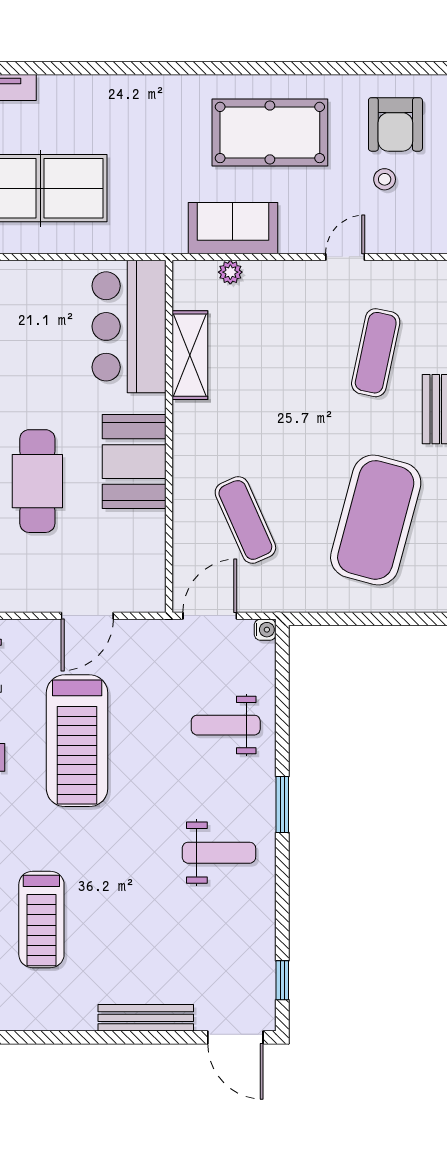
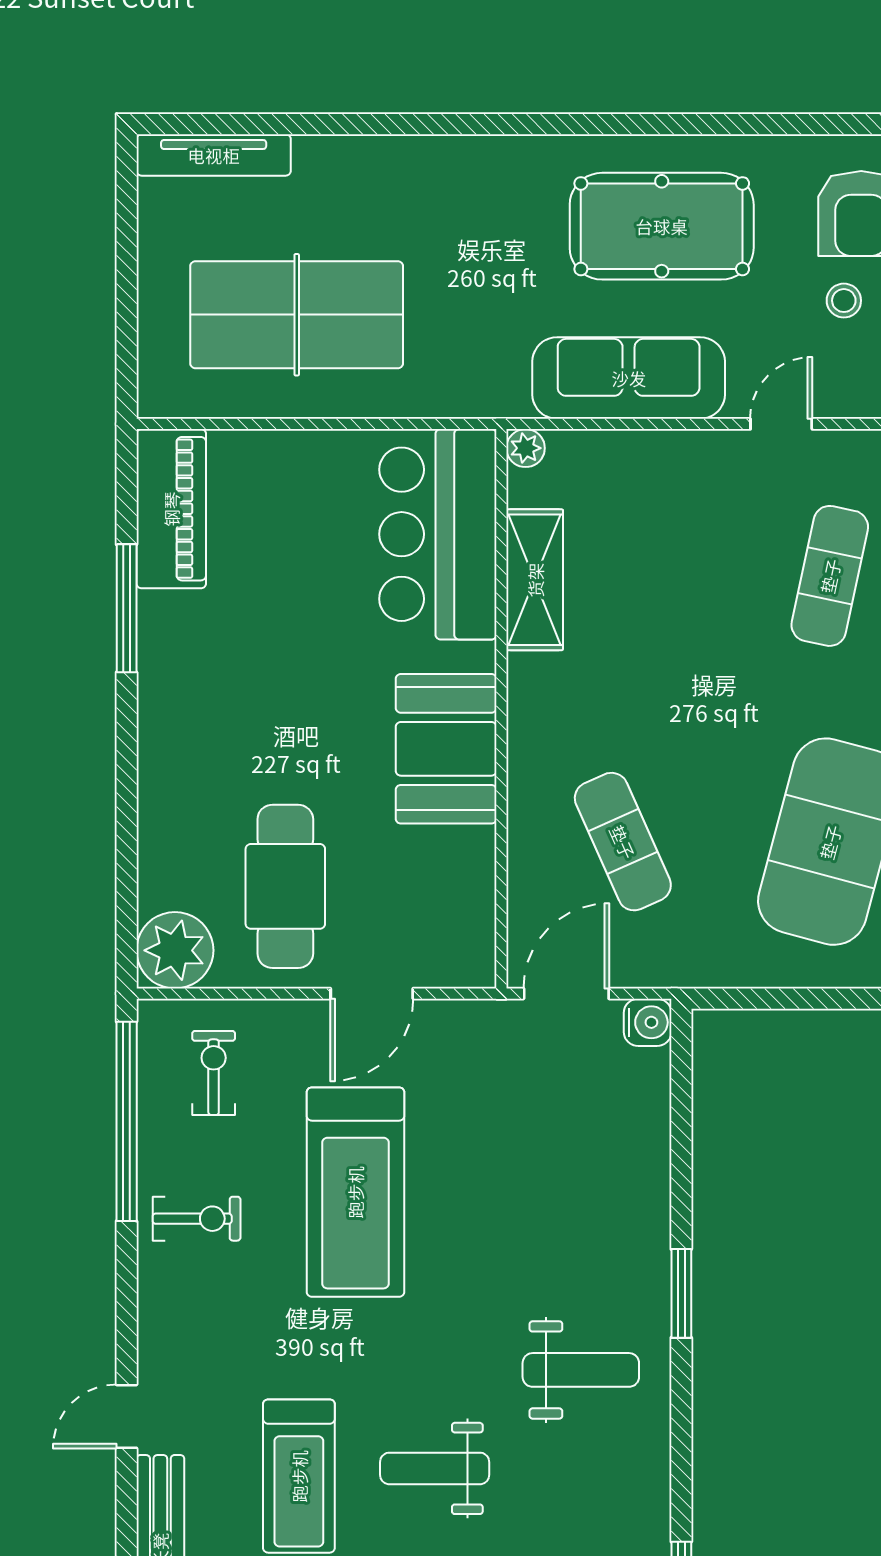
sofa: (233, 228) -> (629, 378), width x1.36
plant: (230, 272) -> (526, 448), moved
cafe table: (37, 481) -> (285, 886), moved
water cooler: (265, 630) -> (648, 1022), width x1.38, depth x1.38
weight bench: (226, 725) -> (435, 1468), moved

